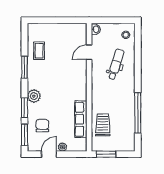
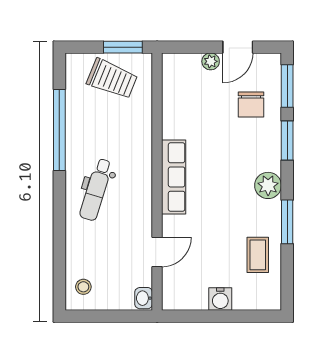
water cooler: (58, 29) -> (220, 299), added
dental chair: (116, 64) -> (96, 190), moved
plant: (34, 96) -> (268, 185), moved
row of seats: (81, 119) -> (174, 177), moved
trolley: (103, 125) -> (112, 79), moved, turned -68

